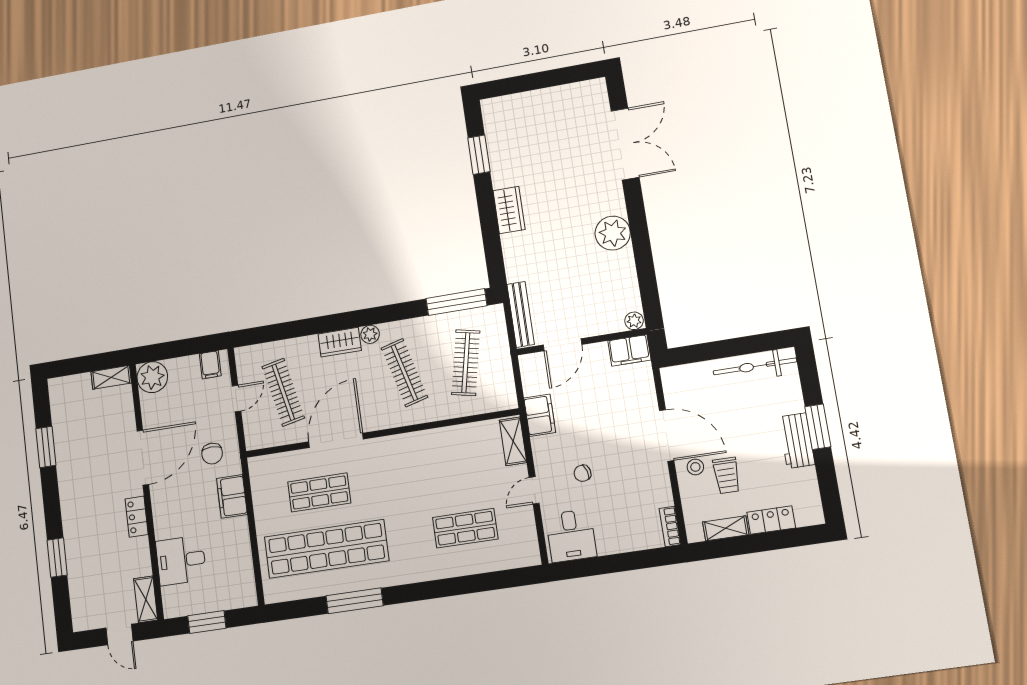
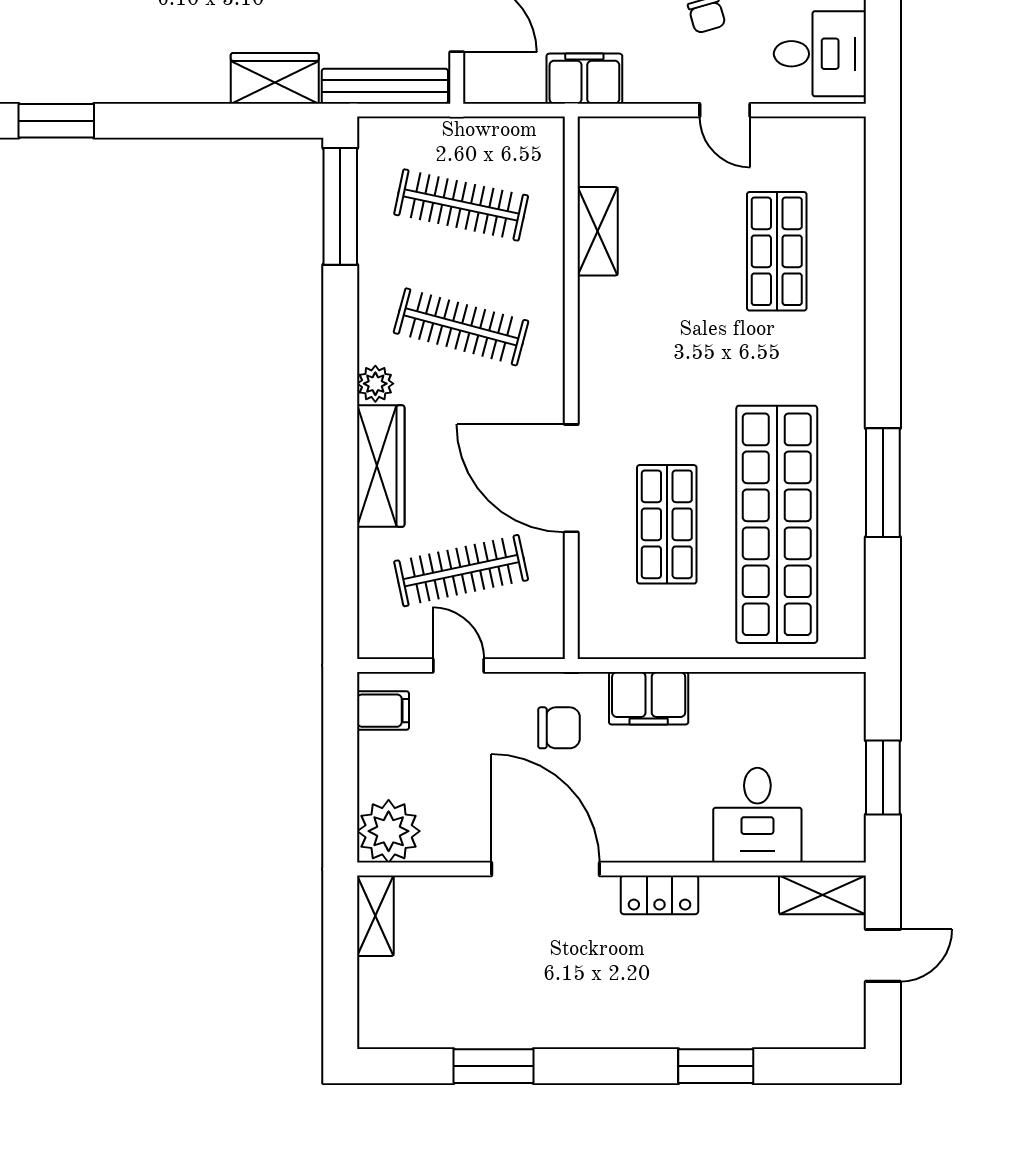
wardrobe: (509, 210) -> (275, 78), moved
wardrobe: (340, 342) -> (381, 466), width x1.50
clothes rail: (404, 373) -> (461, 327), turned 30
shelving: (513, 441) -> (598, 231), moved, turned 90

